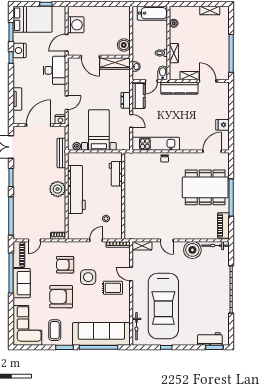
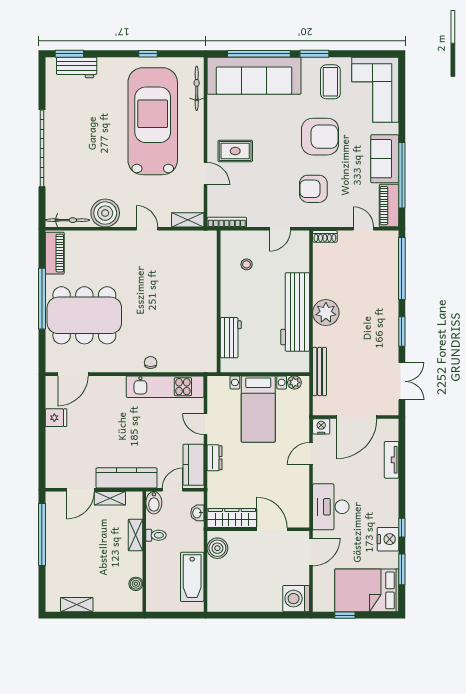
bathtub: (152, 13) -> (192, 577), moved, turned -90
washing machine: (76, 25) -> (296, 599), moved
door: (208, 81) -> (80, 490), hinge flipped
door: (34, 240) -> (364, 229), hinge flipped
door: (96, 240) -> (280, 229), moved
armchair: (65, 265) -> (313, 189), turned 180
side table: (88, 277) -> (276, 169), removed

